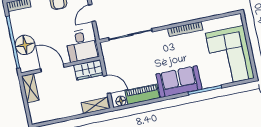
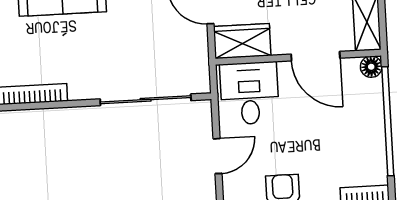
floor lamp: (25, 45) -> (371, 67), moved, width x0.53, depth x0.53

